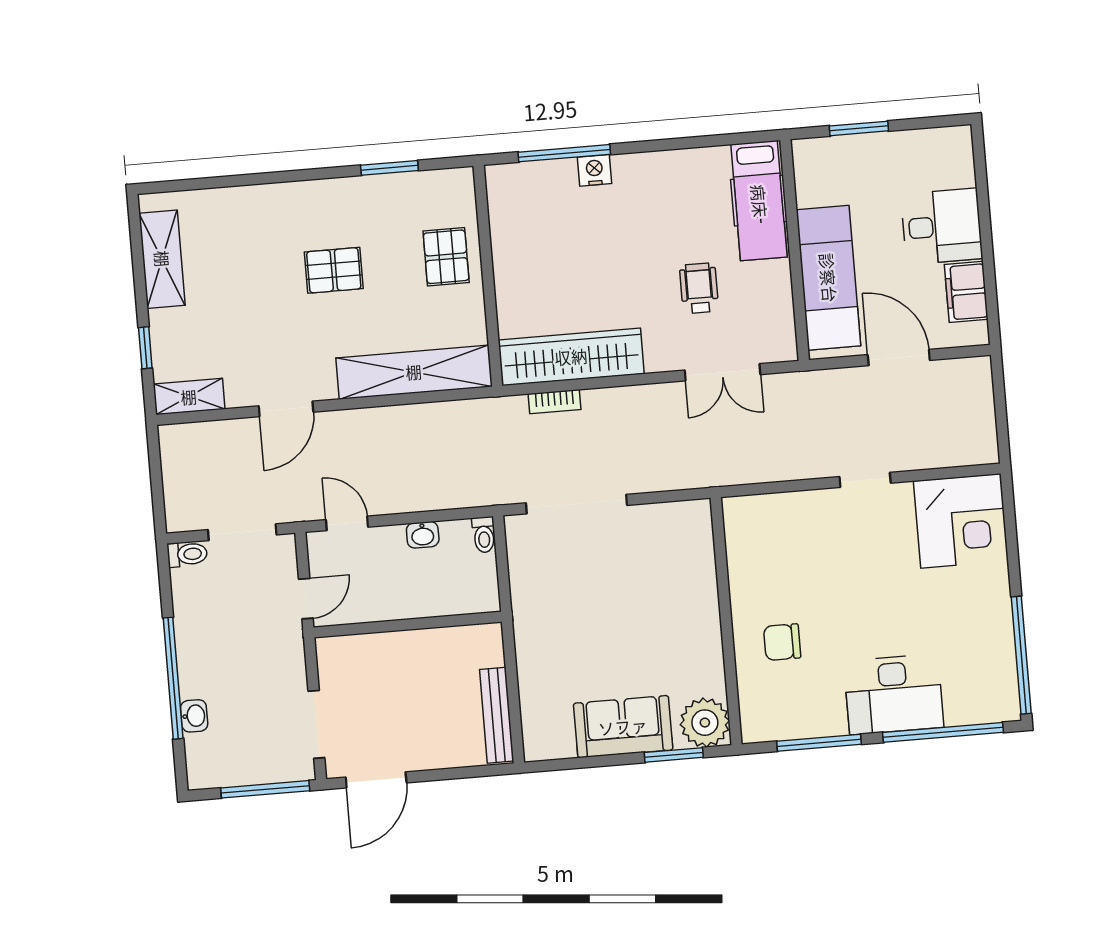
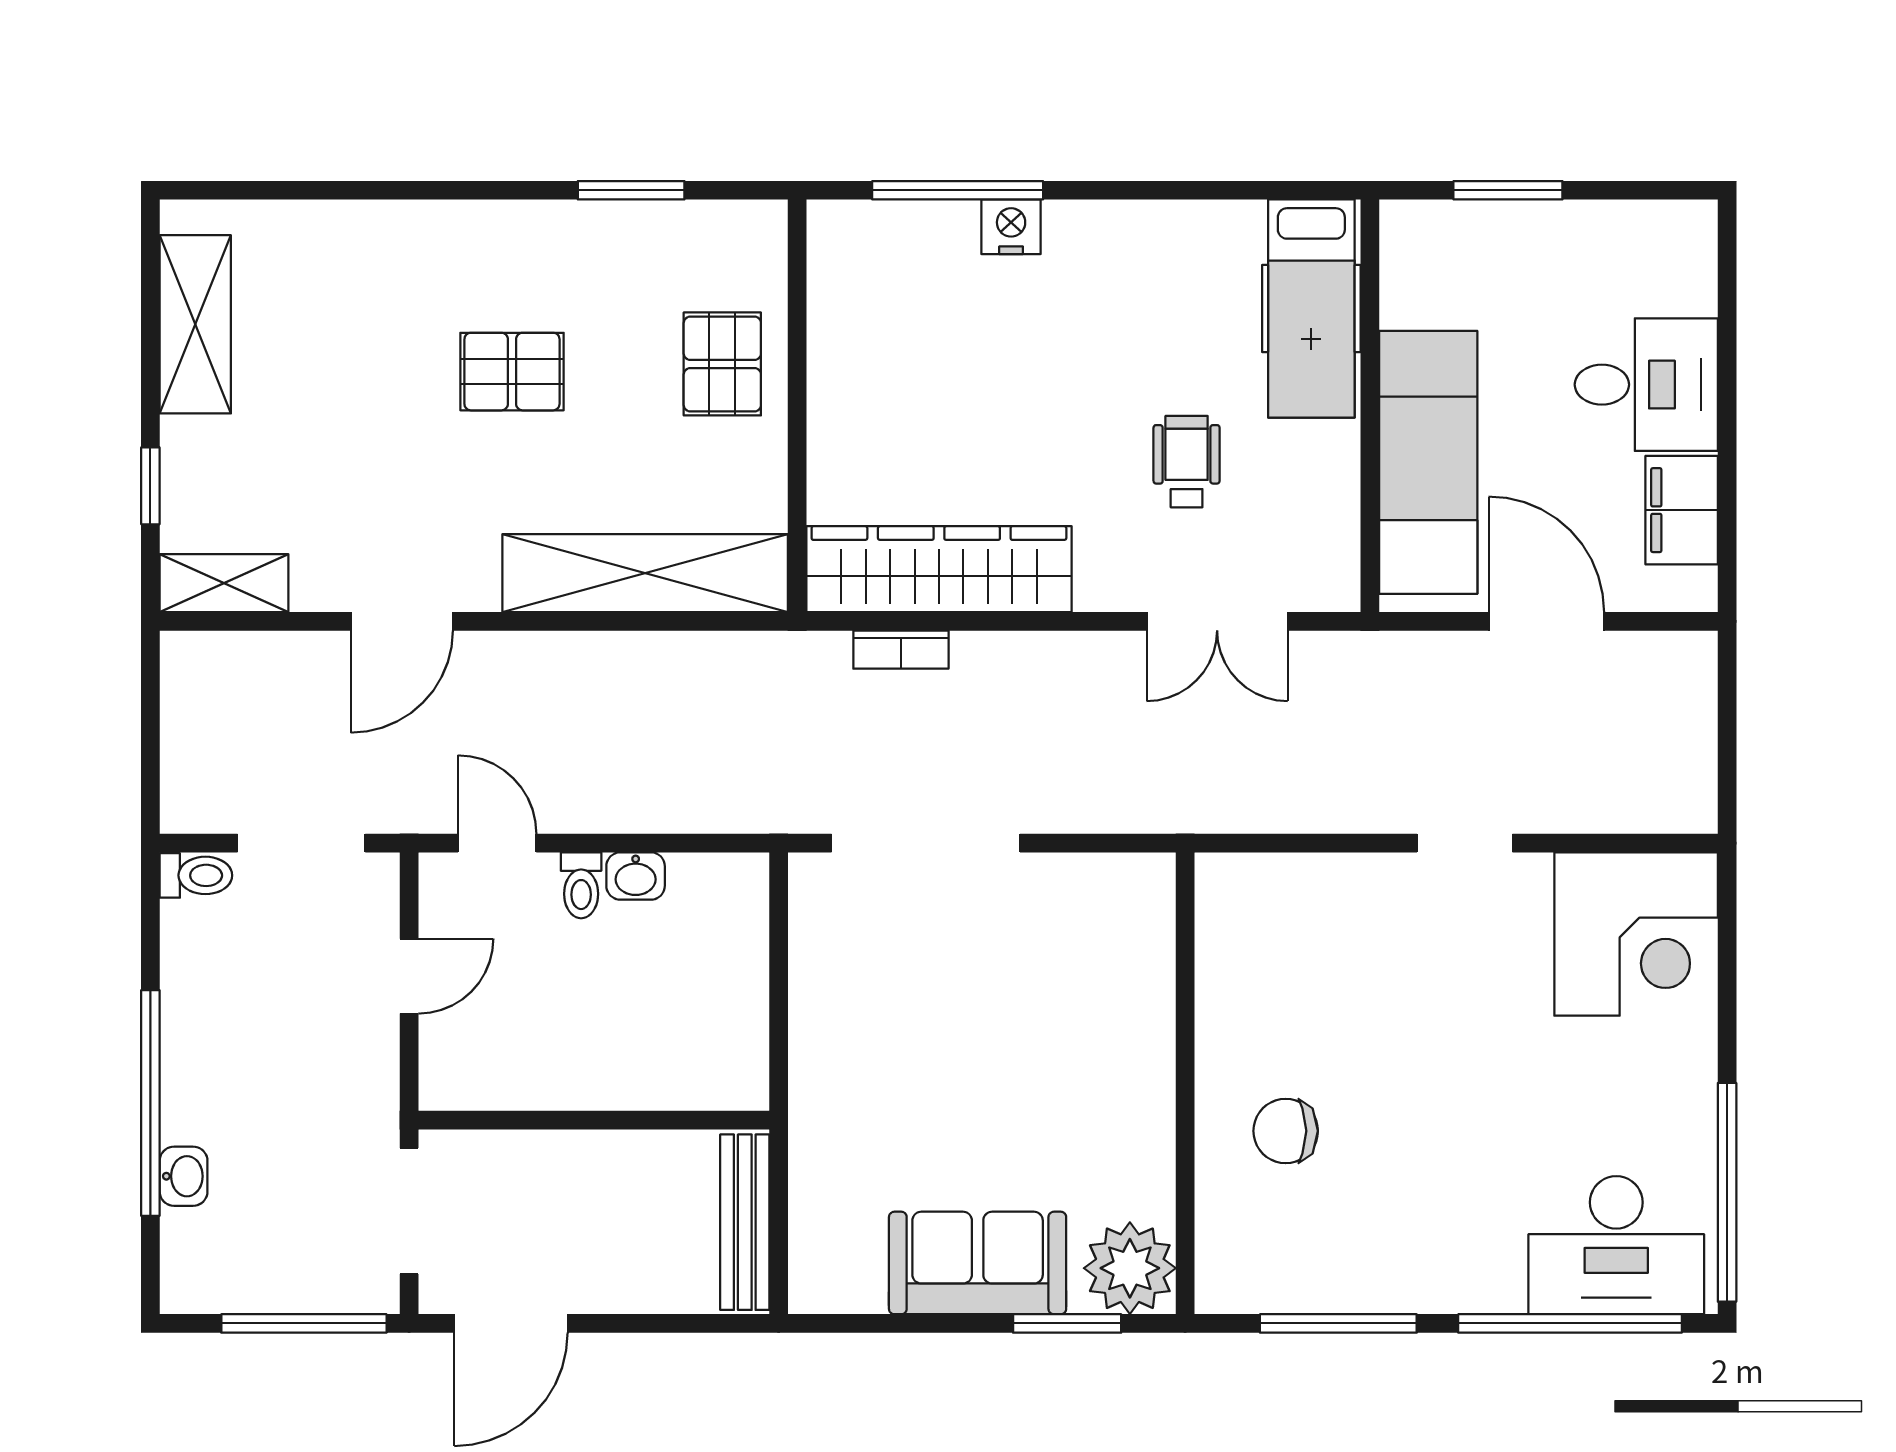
toilet: (484, 535) -> (581, 885), moved
wall: (408, 625) -> (594, 1120), moved
desk: (894, 694) -> (1616, 1245), moved

